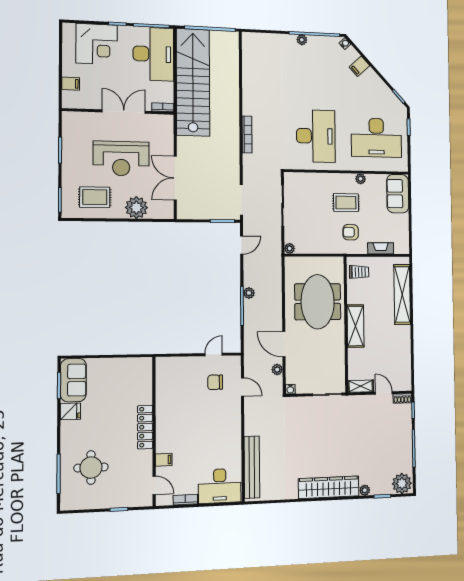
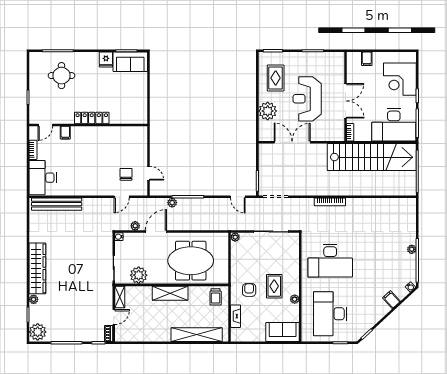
plant: (249, 293) -> (172, 203), moved
plant: (335, 364) -> (139, 275), added

